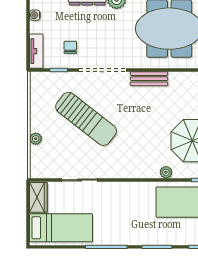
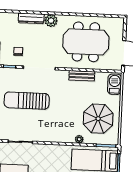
bench: (149, 79) -> (82, 76), moved
sun lounger: (86, 119) -> (27, 101), turned 142

